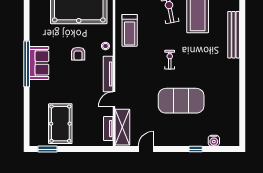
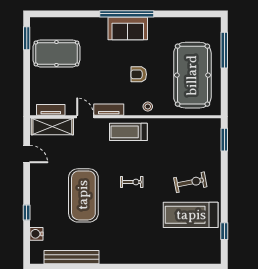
treadmill: (130, 30) -> (128, 132), moved
bench: (234, 35) -> (71, 257), moved
tv unit: (108, 74) -> (109, 110), width x0.71

